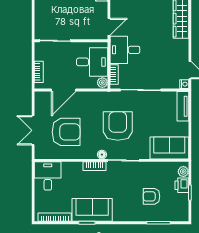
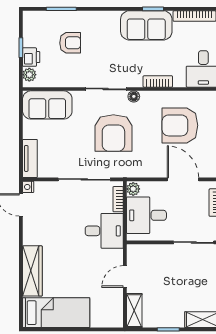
door: (109, 27) -> (125, 277), moved
door: (64, 90) -> (183, 179), hinge flipped
bookcase: (95, 166) -> (158, 81), moved

